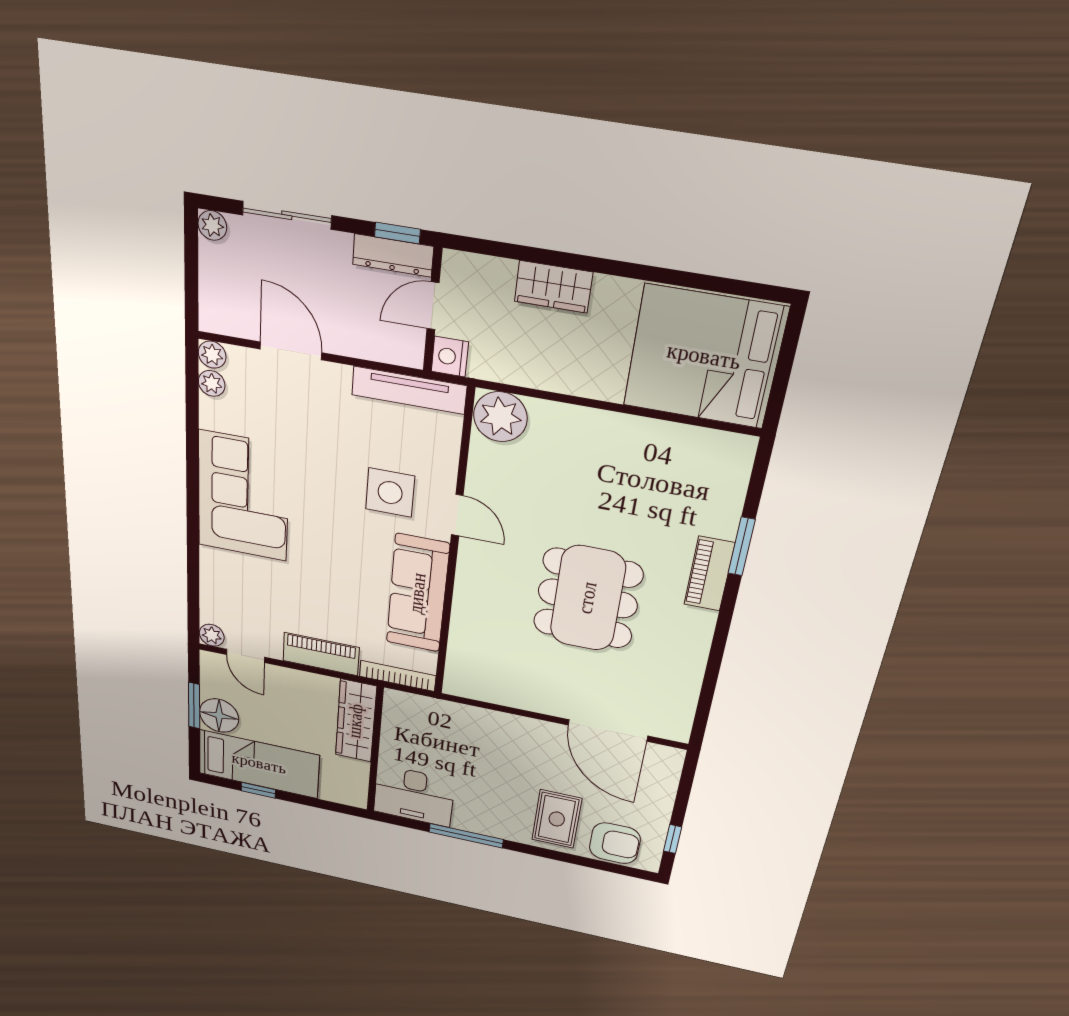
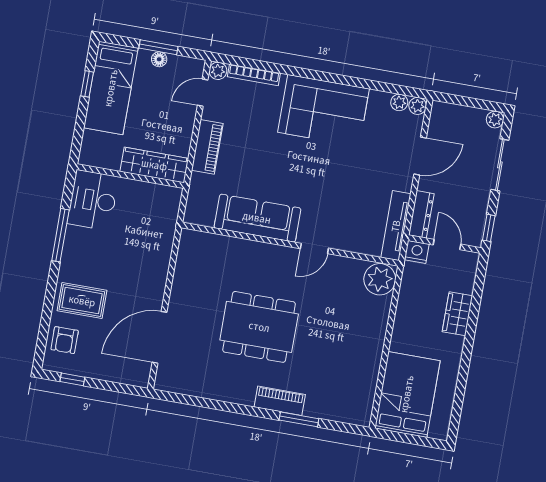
dresser: (393, 255) -> (421, 214), moved, turned 180
bed: (704, 357) -> (407, 394), width x0.73
side table: (390, 493) -> (329, 207), removed
bookcase: (398, 676) -> (254, 75), moved, turned 90
floor lamp: (219, 716) -> (159, 59), width x0.53, depth x0.53
armchair: (615, 843) -> (65, 340), width x0.72, depth x0.72

